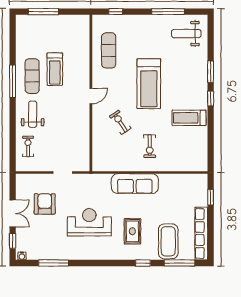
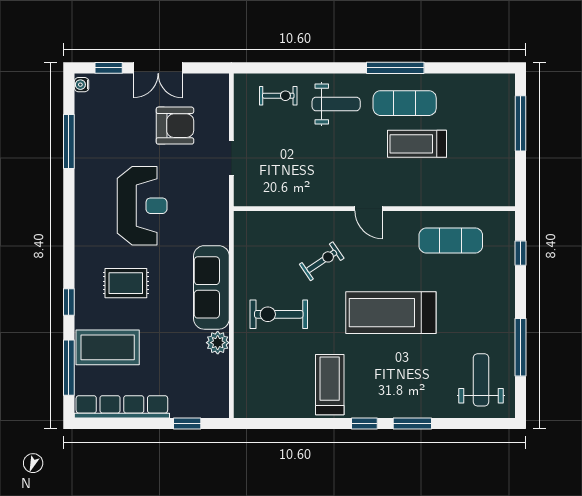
exercise bike: (150, 146) -> (279, 314), width x1.38, depth x1.39
plant: (166, 180) -> (218, 343), added

